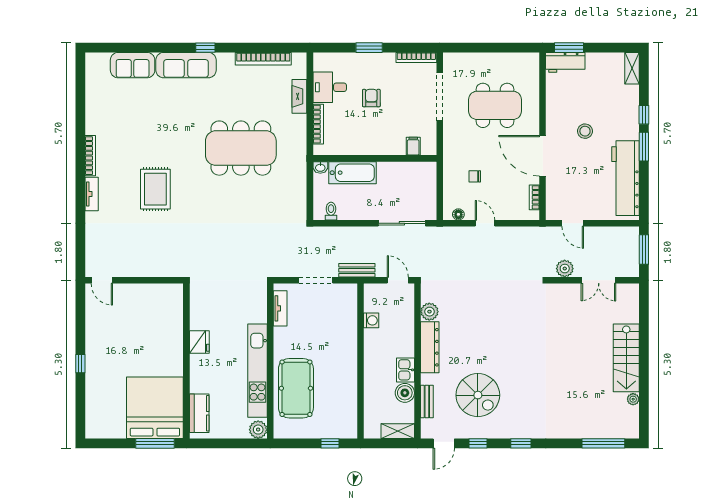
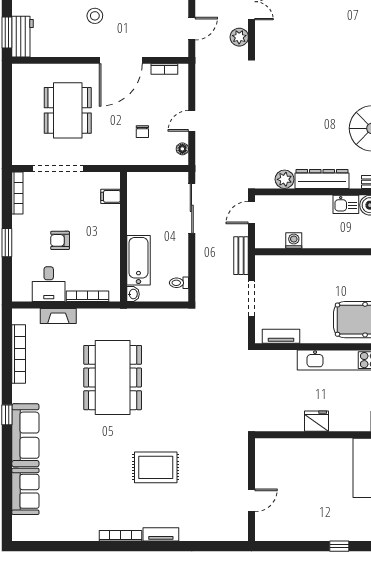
door: (102, 280) -> (252, 500), moved

